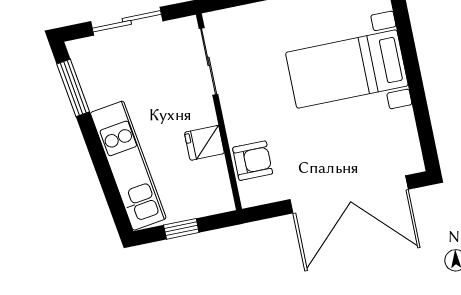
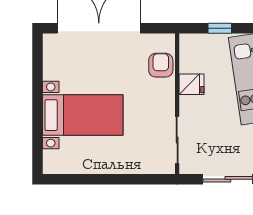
armchair: (253, 161) -> (161, 65), turned 90

